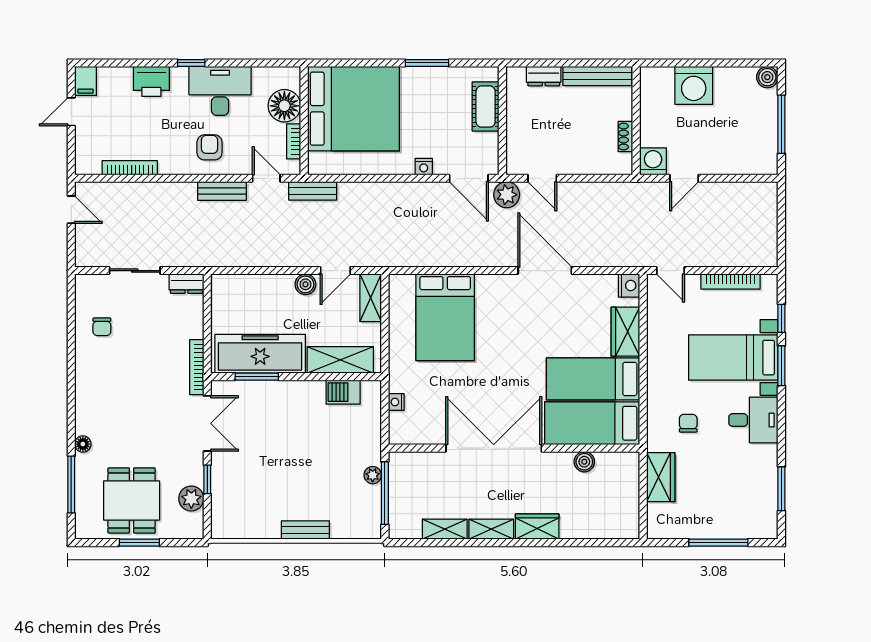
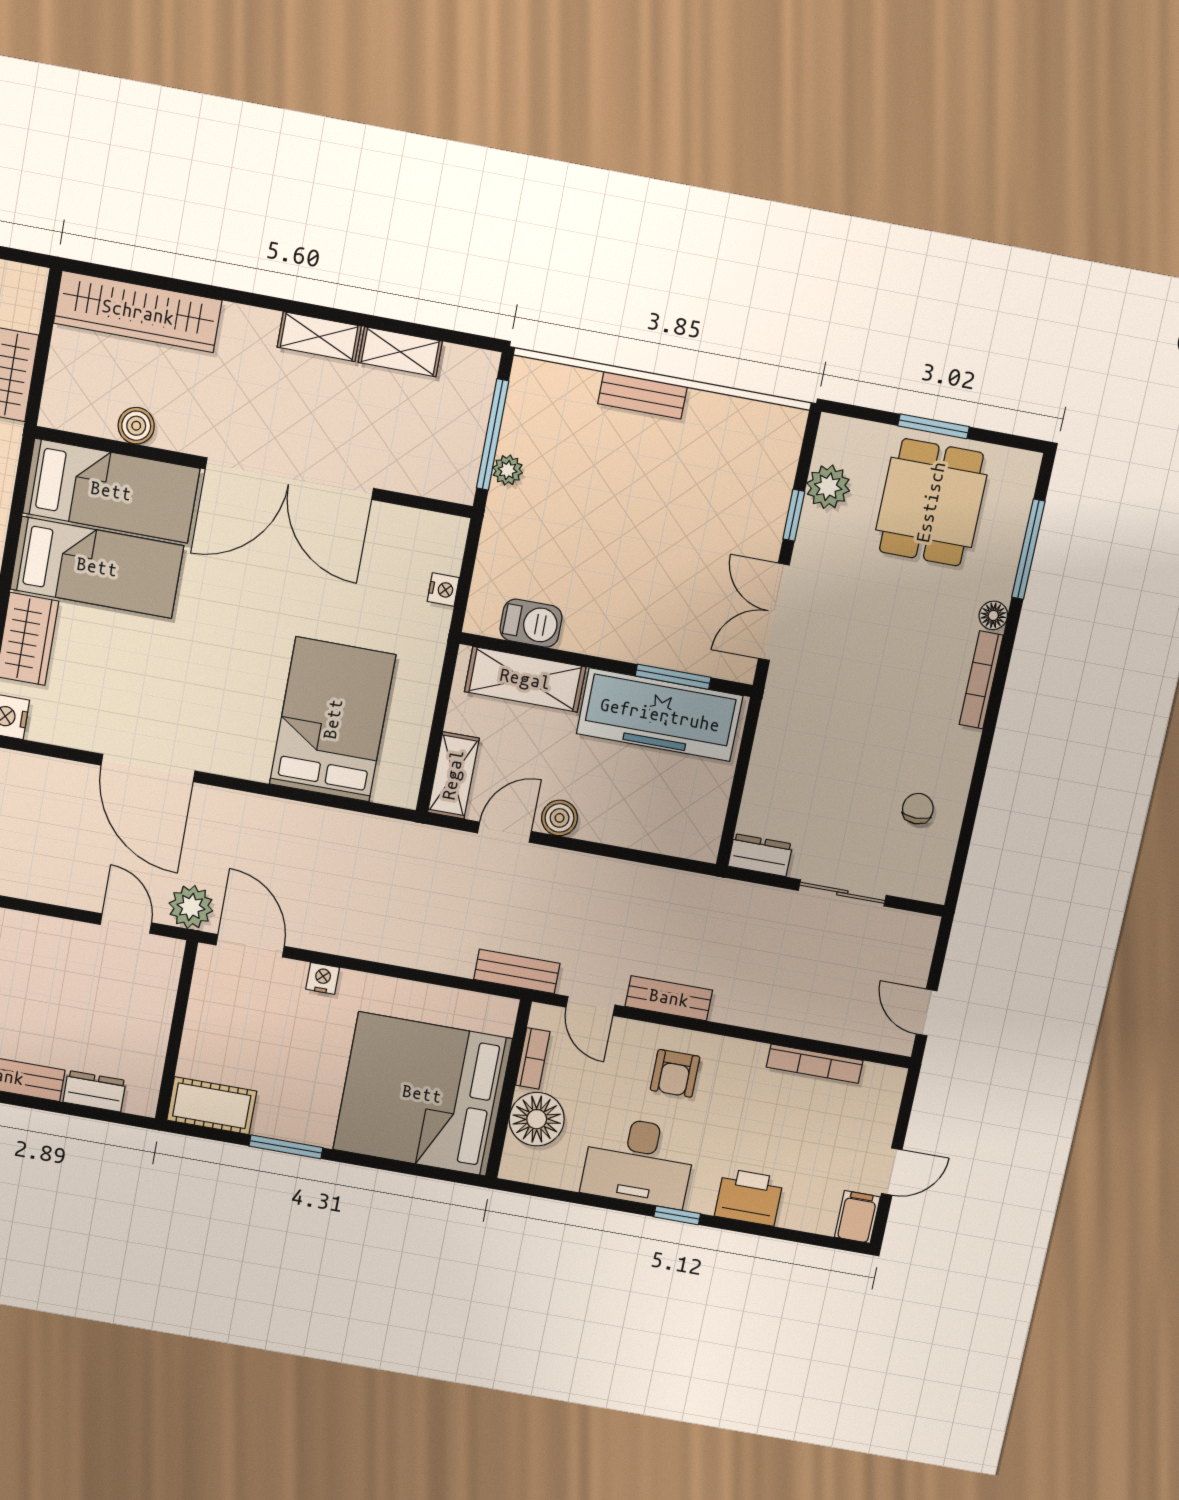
cot: (486, 107) -> (212, 1106), moved, turned 90
bookcase: (197, 367) -> (981, 680), moved, turned 180
wardrobe: (537, 527) -> (138, 312), moved, width x2.10, depth x1.17

